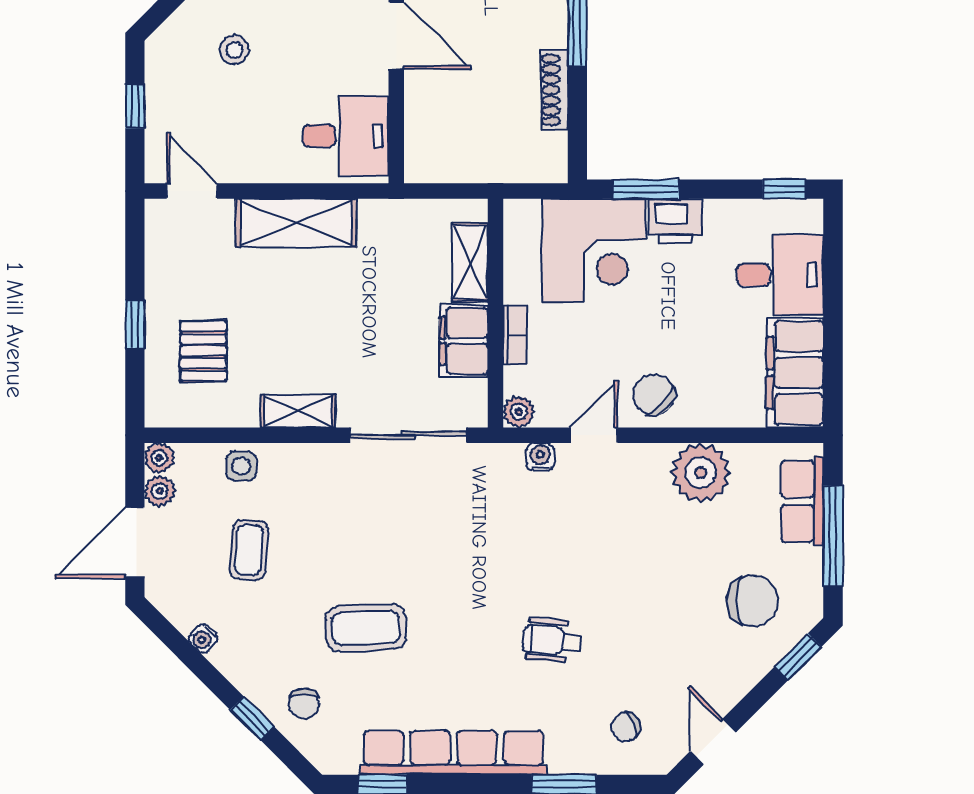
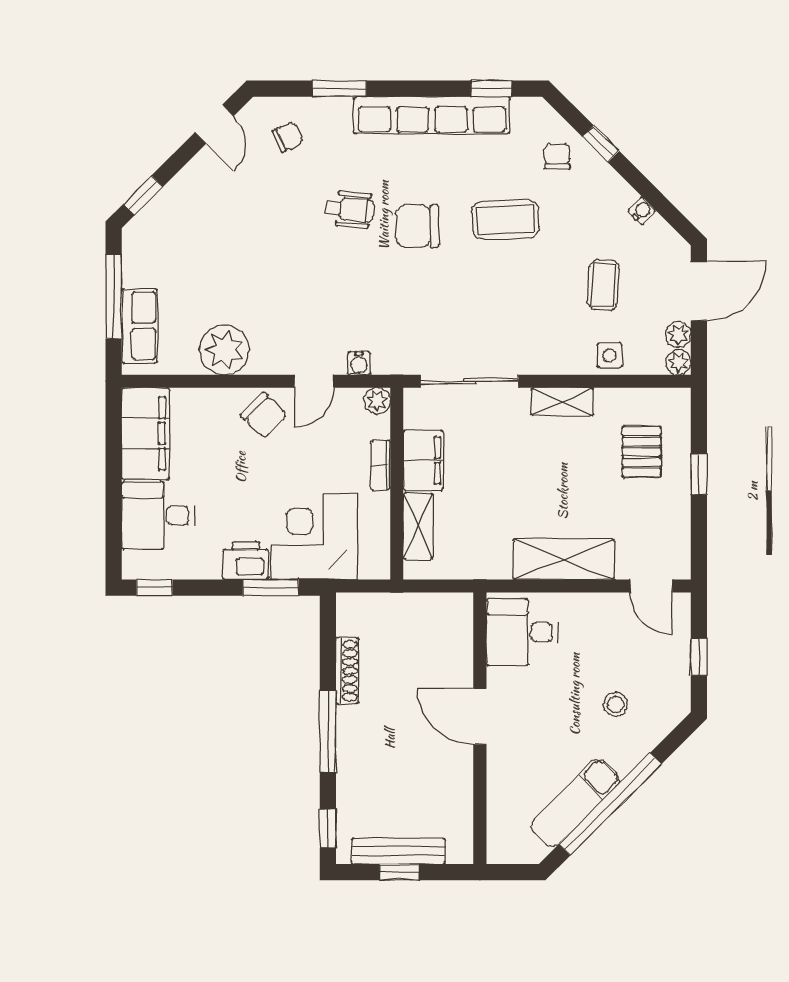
chair: (752, 601) -> (417, 226), moved

